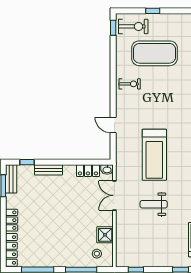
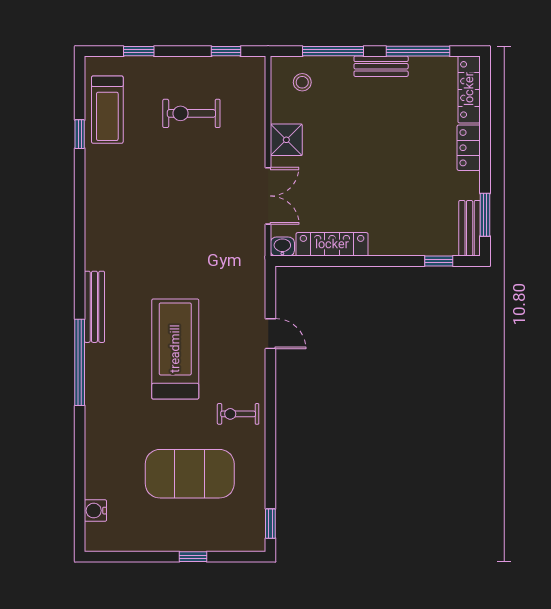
exercise bike: (133, 26) -> (191, 113), moved
treadmill: (154, 155) -> (175, 349), moved
bench: (48, 170) -> (381, 66), moved
locker: (88, 171) -> (332, 244), width x1.53
weight bench: (154, 204) -> (191, 179), removed
shower: (105, 235) -> (286, 140), moved

